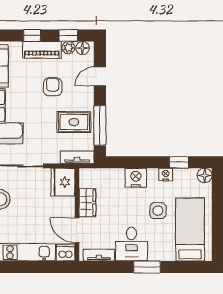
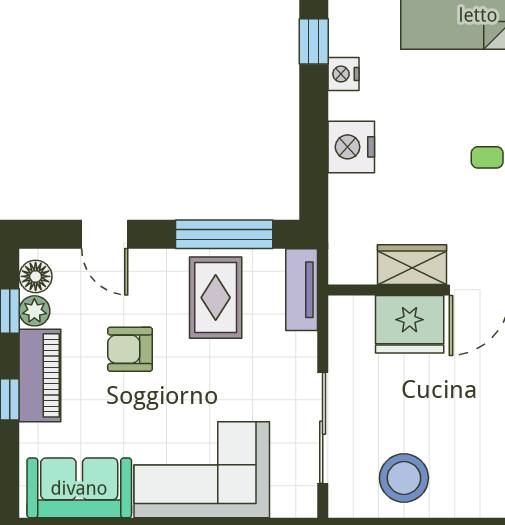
fridge: (63, 182) -> (410, 324), moved
side table: (158, 211) -> (432, 93), removed

